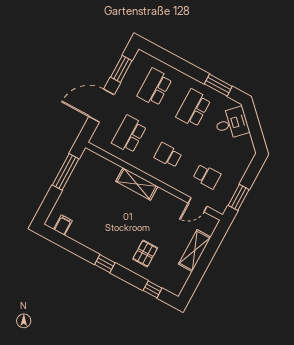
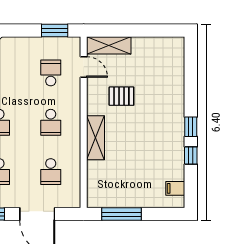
school desk: (129, 134) -> (51, 172), width x0.54
shelving: (195, 251) -> (109, 45), moved
pallet: (145, 253) -> (121, 96), moved
window: (153, 289) -> (191, 156), moved

